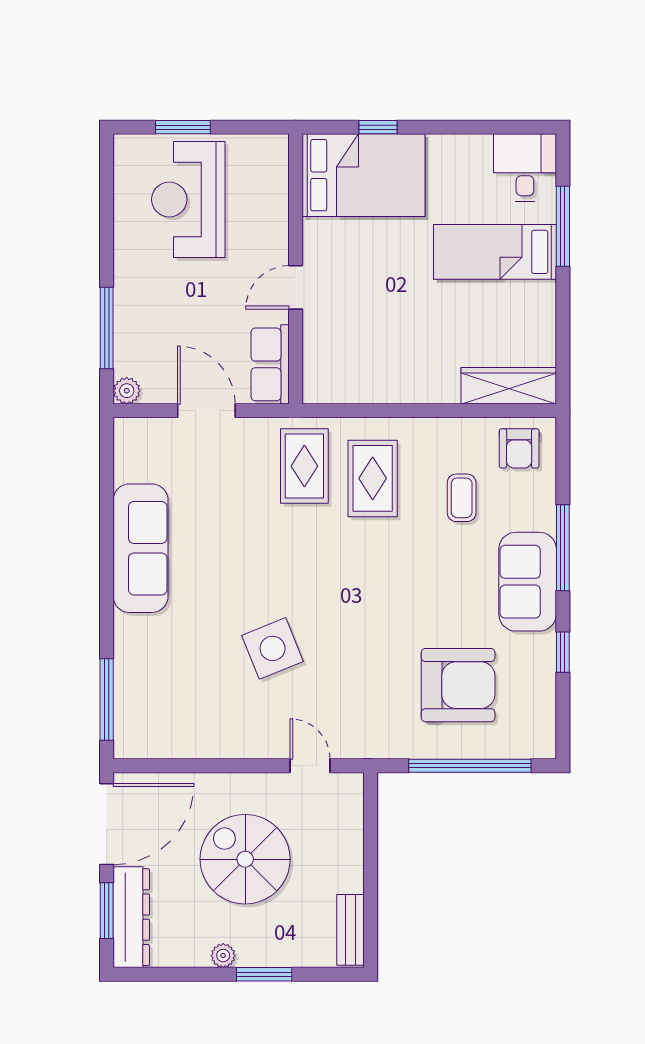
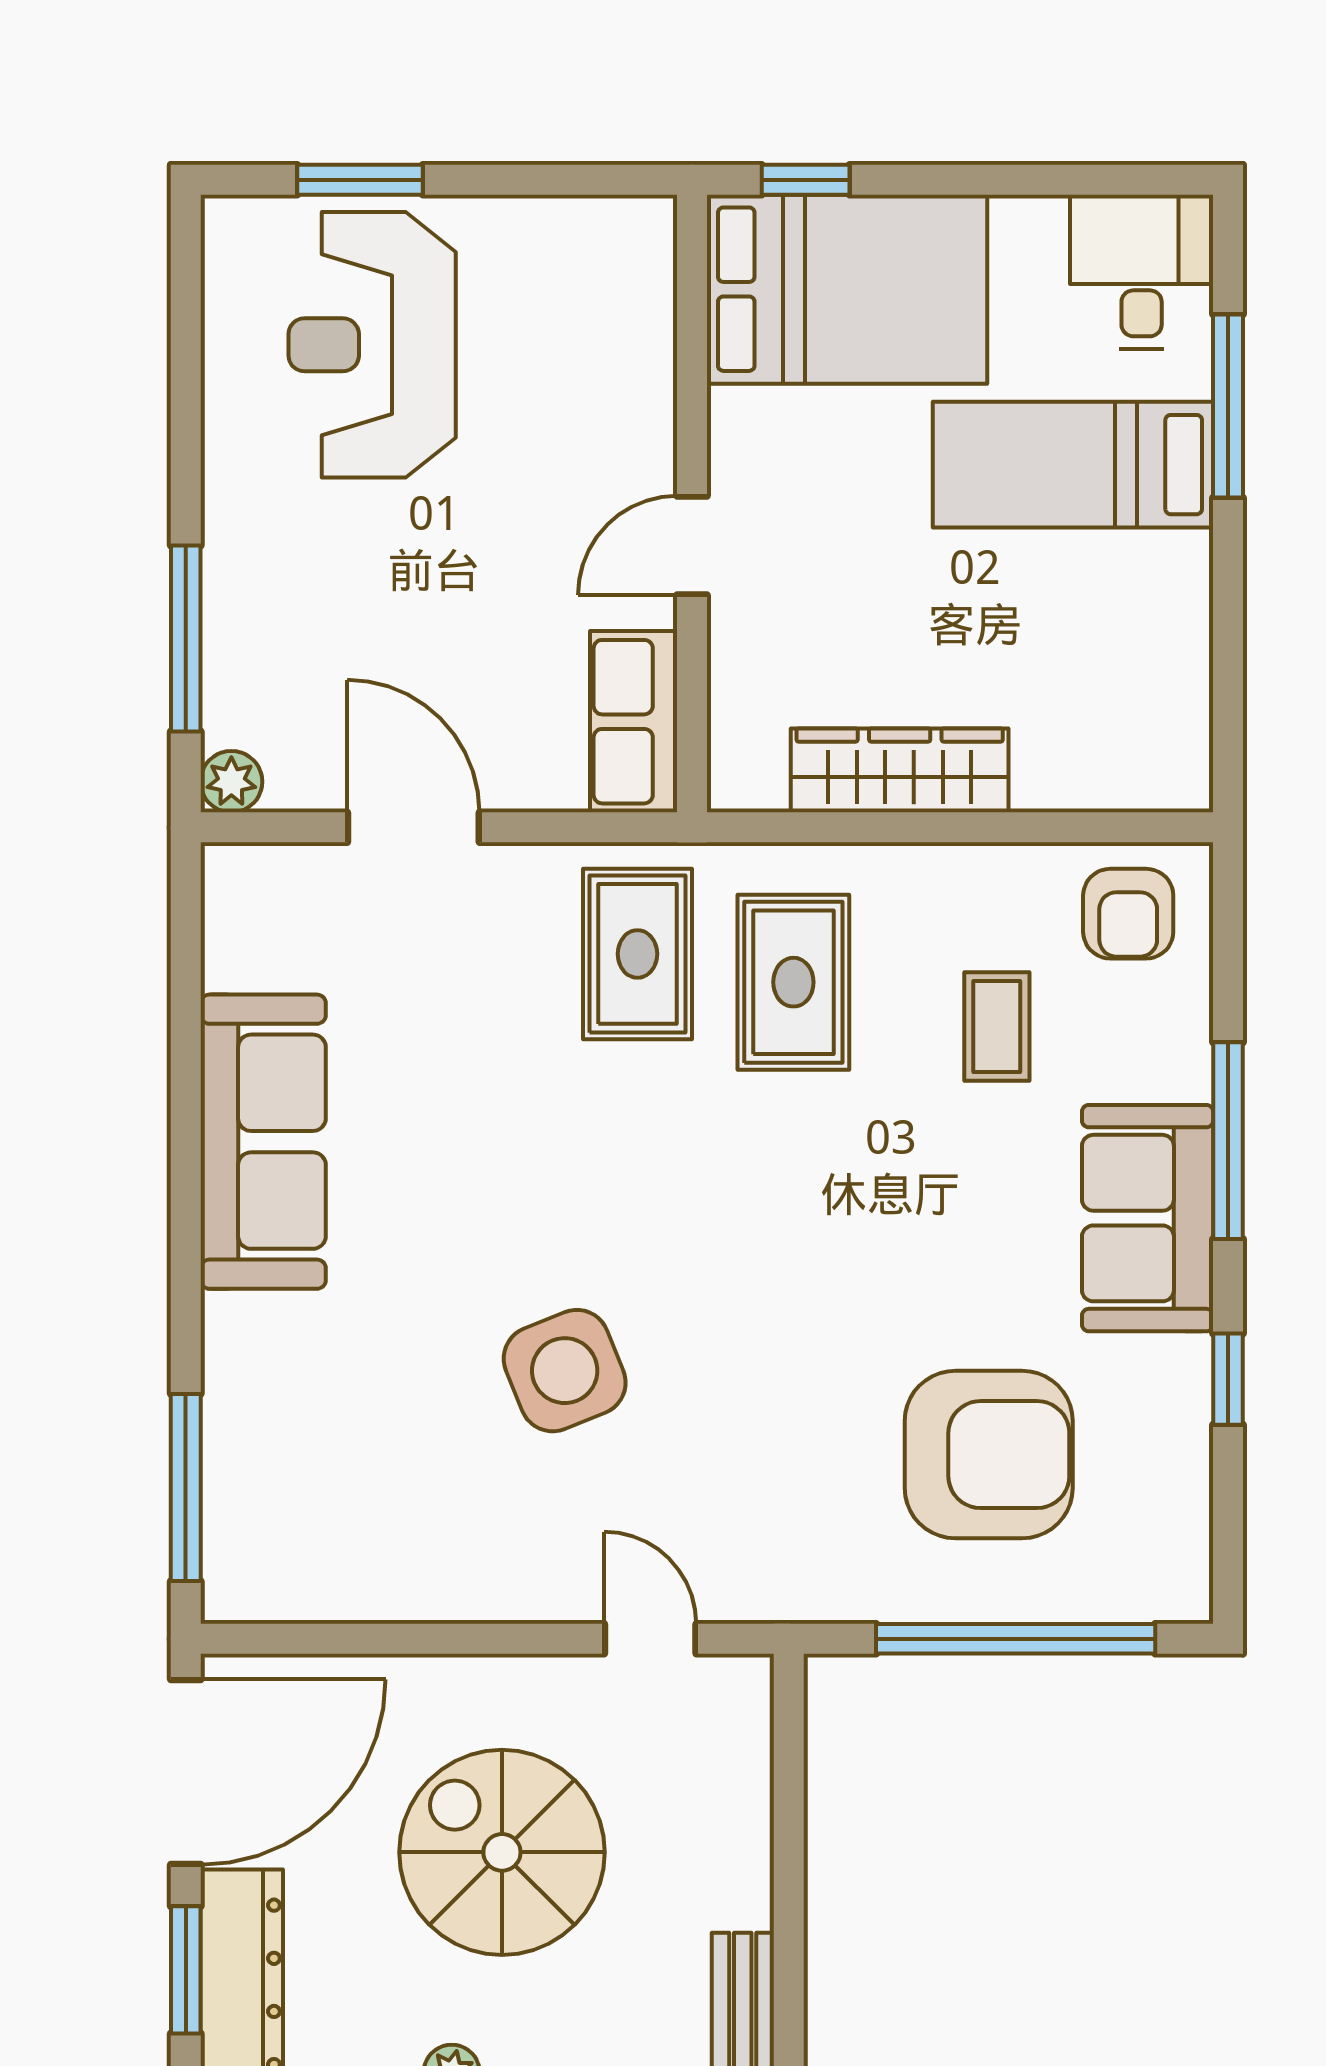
bed: (364, 175) -> (847, 289), moved
wall: (296, 269) -> (692, 503), moved
door: (296, 287) -> (692, 546), moved
row of seats: (270, 364) -> (634, 722), moved
wardrobe: (509, 386) -> (900, 770), moved

